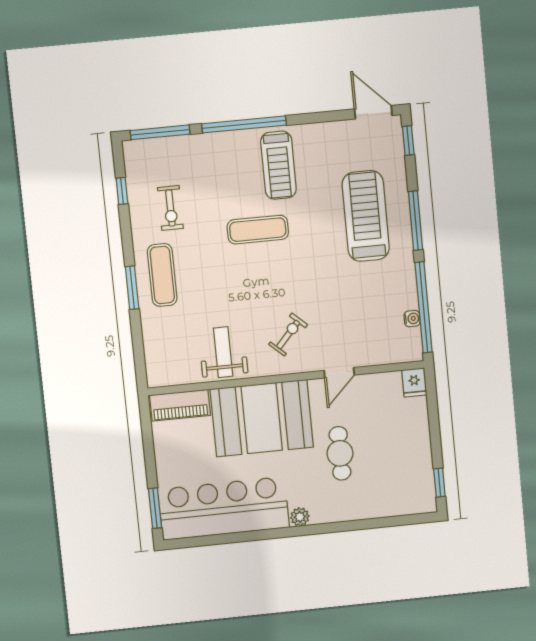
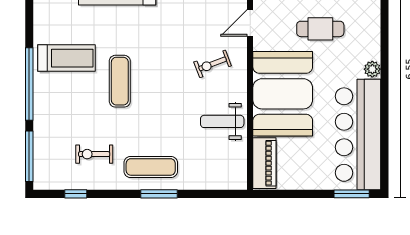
exercise bike: (170, 208) -> (94, 154), turned 180
exercise bike: (288, 335) -> (213, 64), turned -63
door: (339, 373) -> (250, 23), swing flipped

